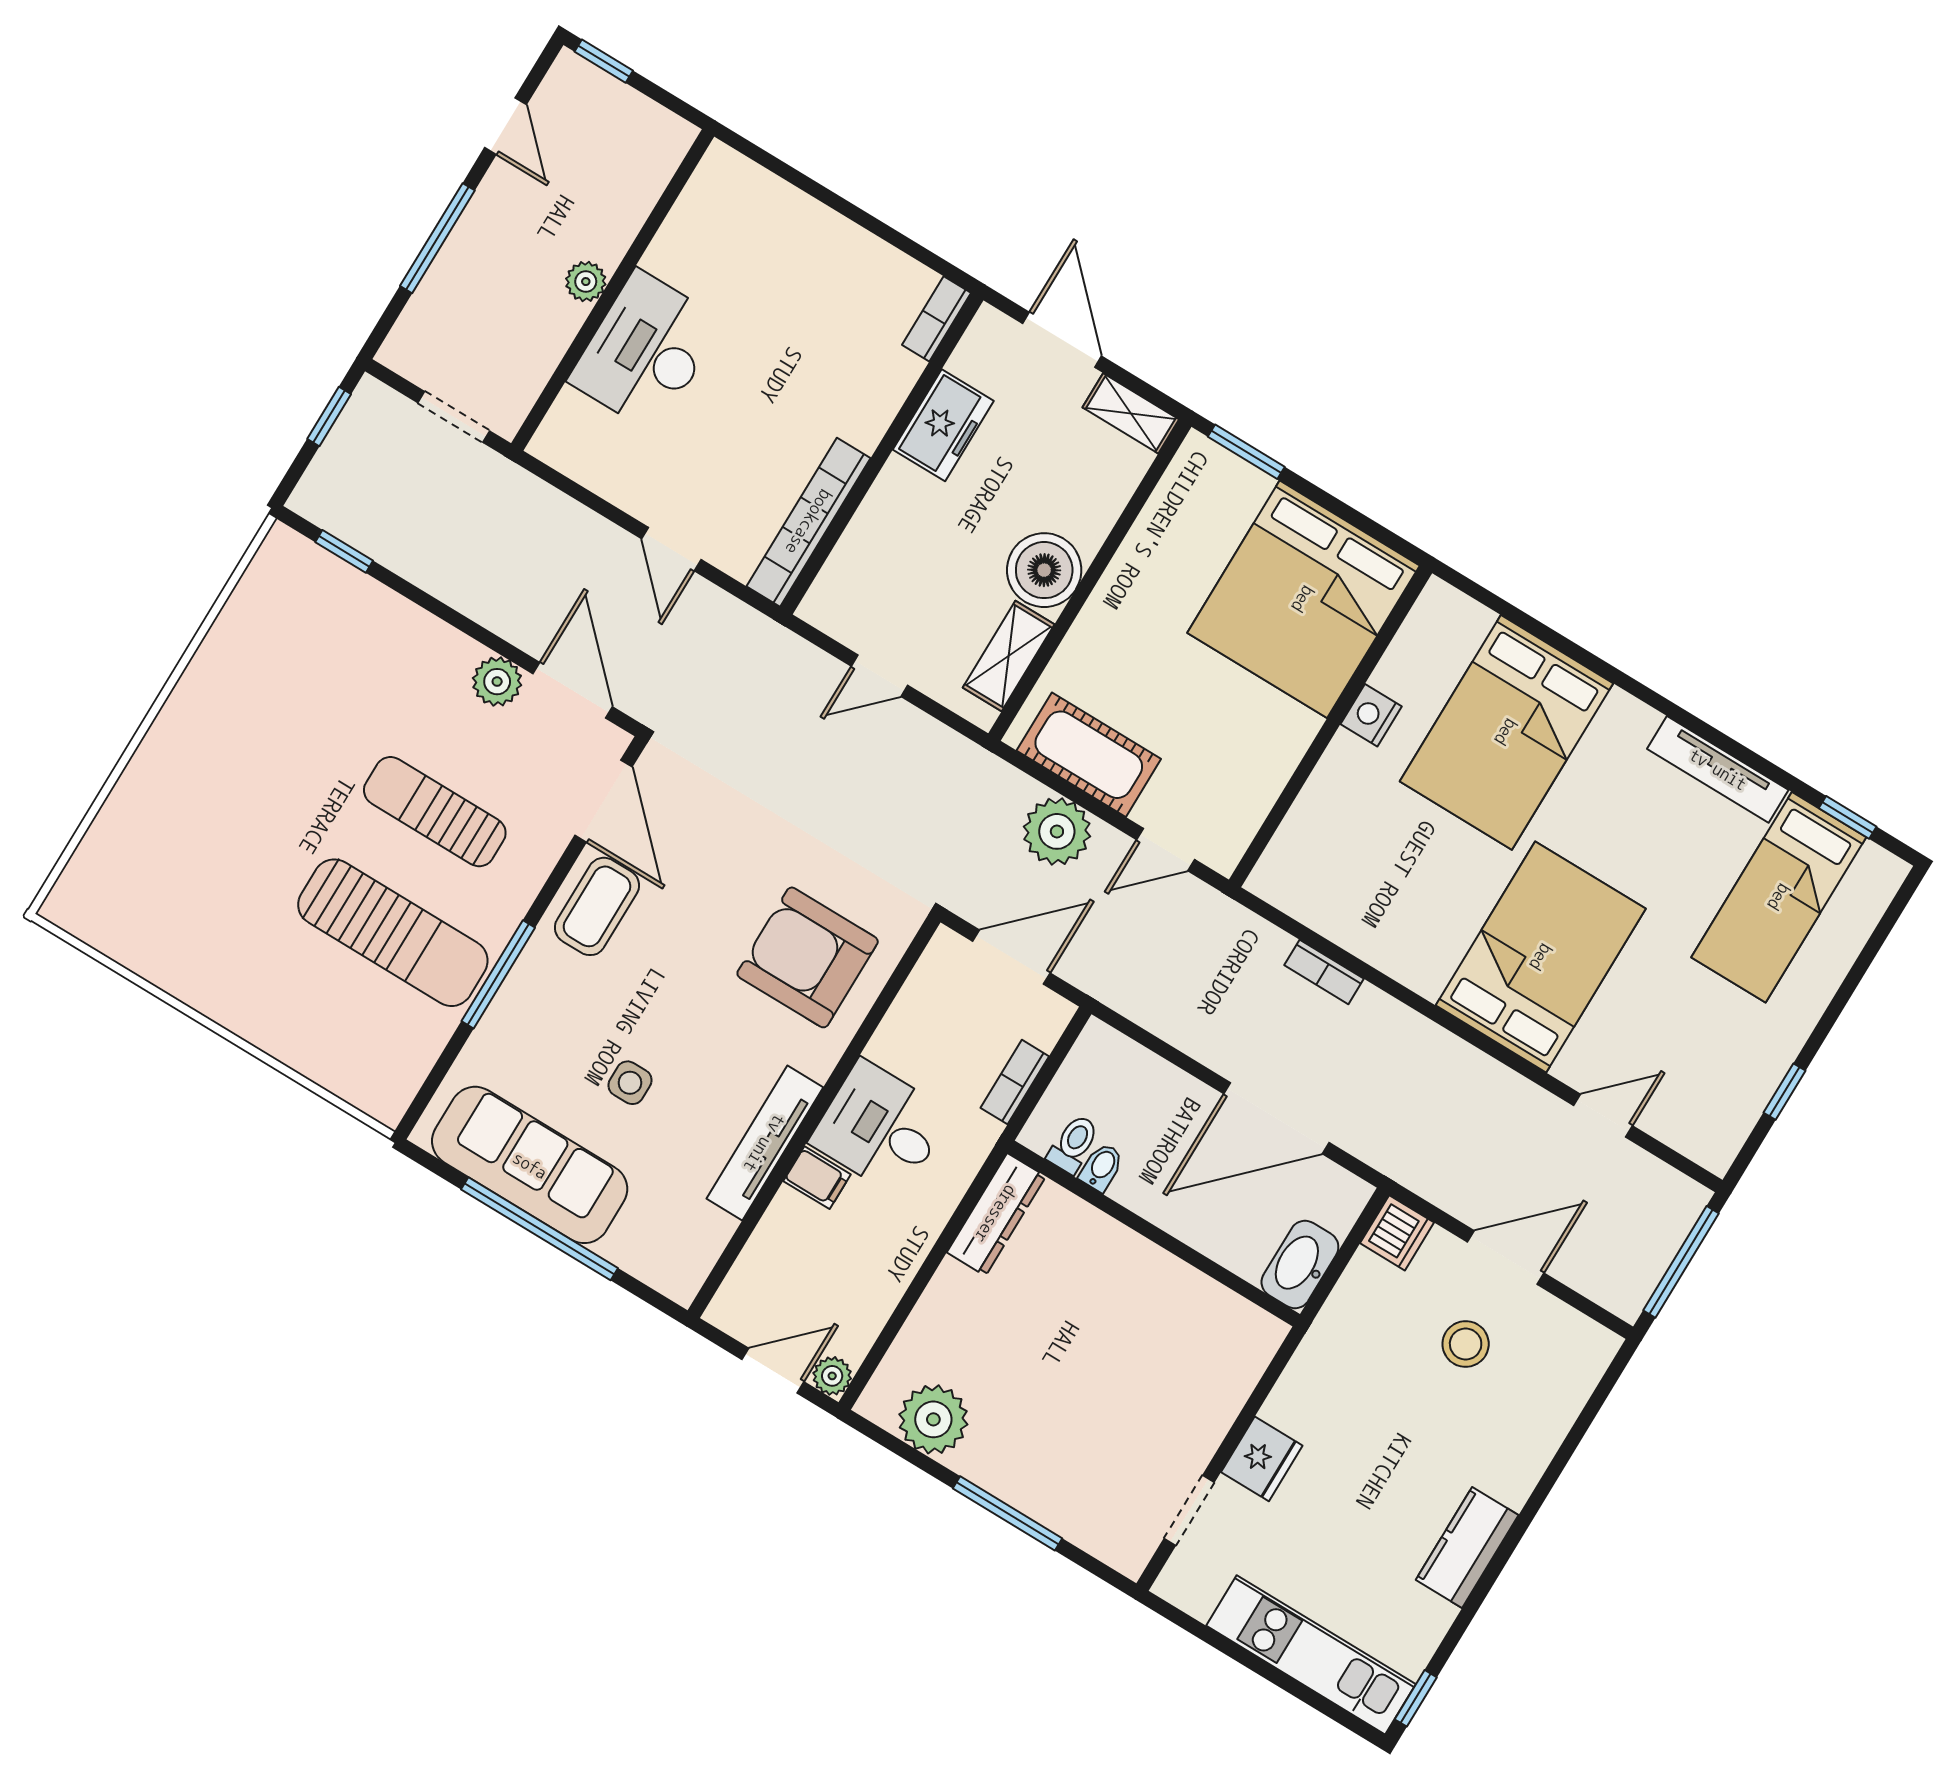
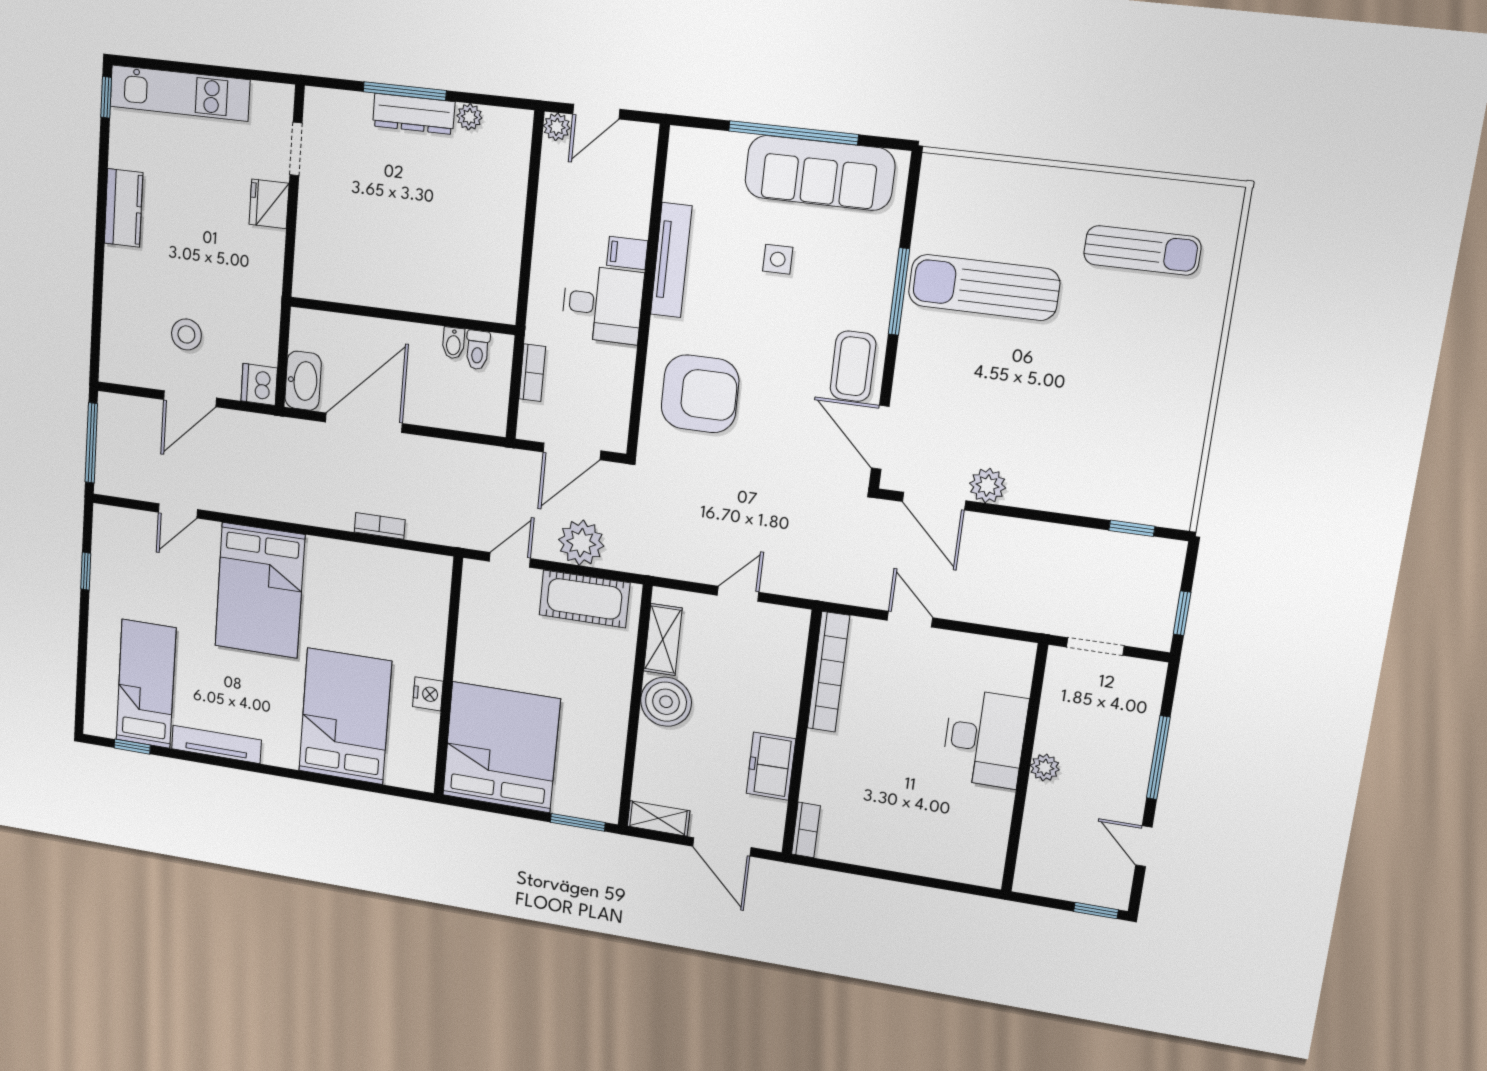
sun lounger: (435, 812) -> (1142, 250), moved
dresser: (996, 1214) -> (414, 114), moved, turned -90
washbasin: (1300, 1264) -> (303, 381), moved
plant: (933, 1419) -> (469, 117), width x0.53, depth x0.53

